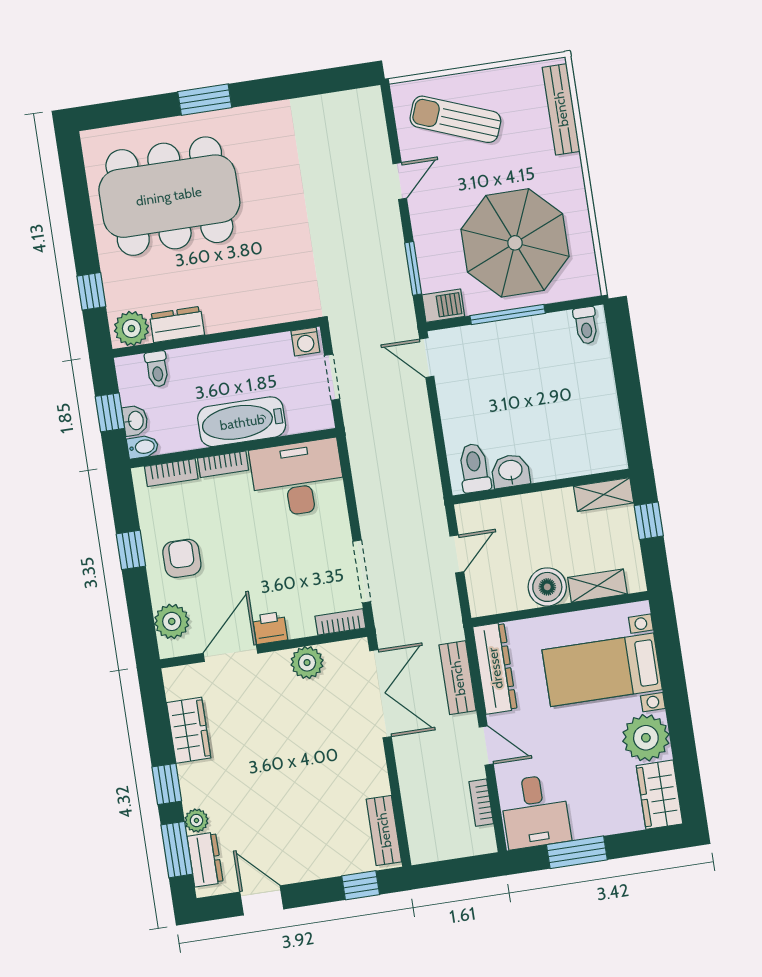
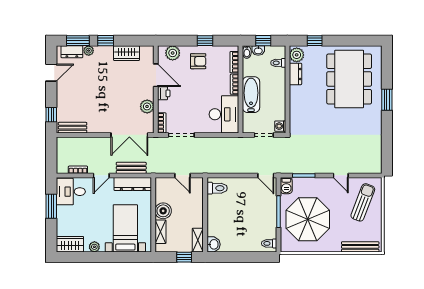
door: (427, 358) -> (266, 175), swing flipped
washbasin: (510, 471) -> (214, 244), moved
plant: (646, 738) -> (94, 247), width x0.53, depth x0.53

